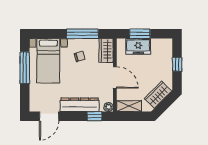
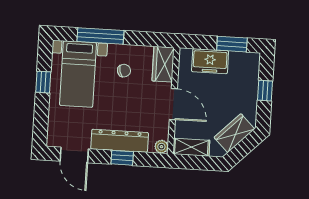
window: (82, 34) -> (100, 36), moved
window: (140, 34) -> (232, 44), moved
window: (25, 68) -> (43, 82), width x0.46
door: (49, 116) -> (74, 155), hinge flipped
window: (94, 116) -> (122, 158), moved

